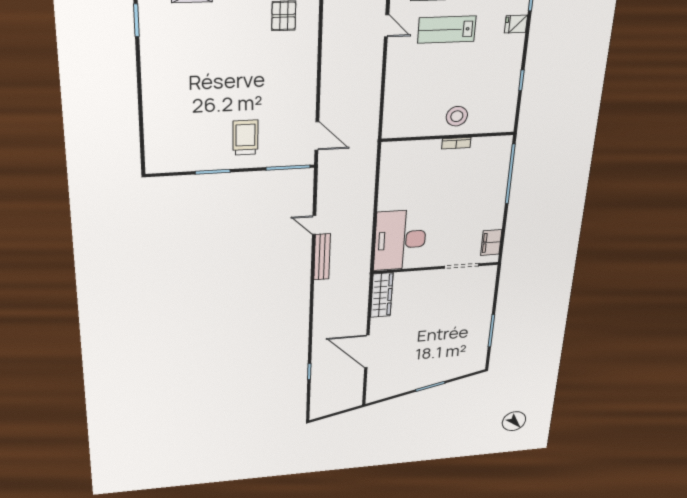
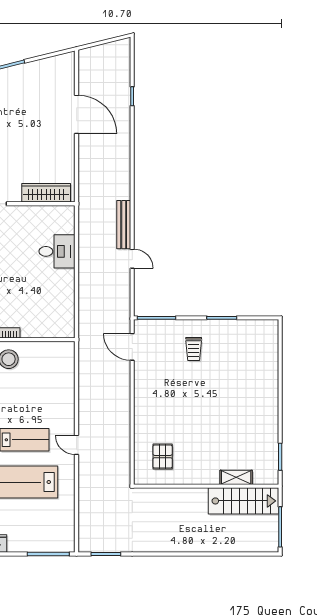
trolley: (245, 138) -> (194, 349), width x0.73, depth x0.72
desk: (400, 240) -> (57, 251), width x0.53, depth x0.77
wardrobe: (382, 295) -> (46, 193), moved, turned 90

